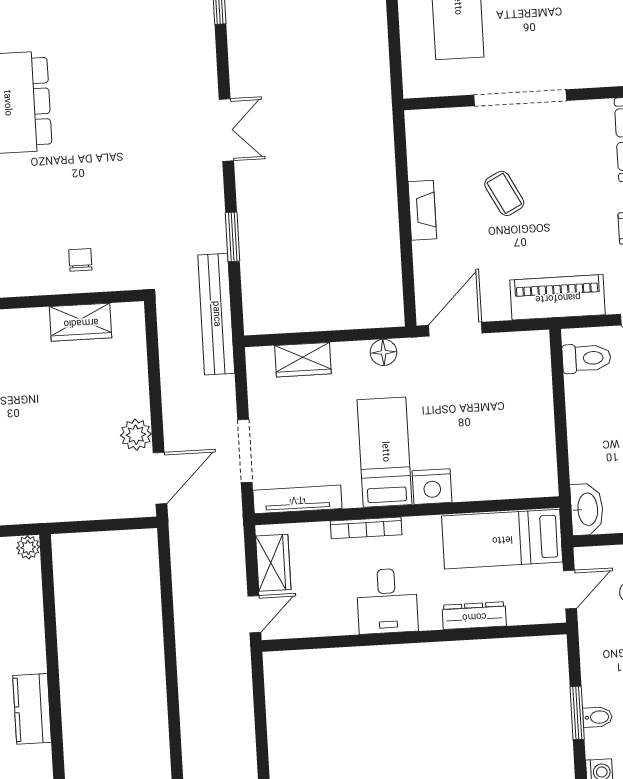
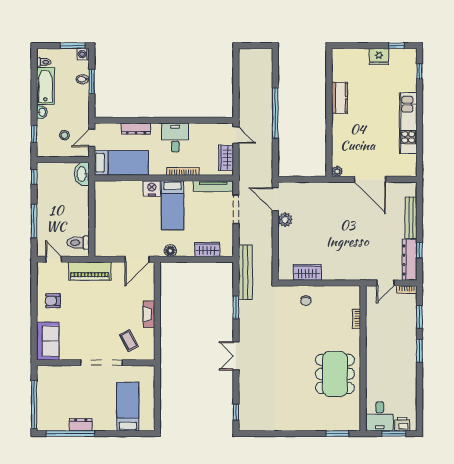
coffee table: (504, 193) -> (129, 341), moved
door: (160, 478) -> (275, 199), hinge flipped
door: (254, 614) -> (236, 135), swing flipped
window: (171, 667) -> (275, 113), added

